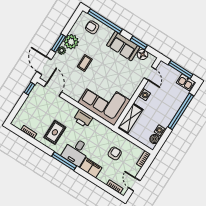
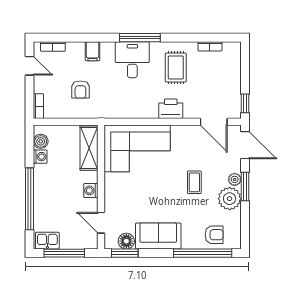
window: (139, 43) -> (125, 253), moved
printer: (83, 119) -> (171, 109), moved
filing cabinet: (91, 168) -> (93, 51), width x0.50

